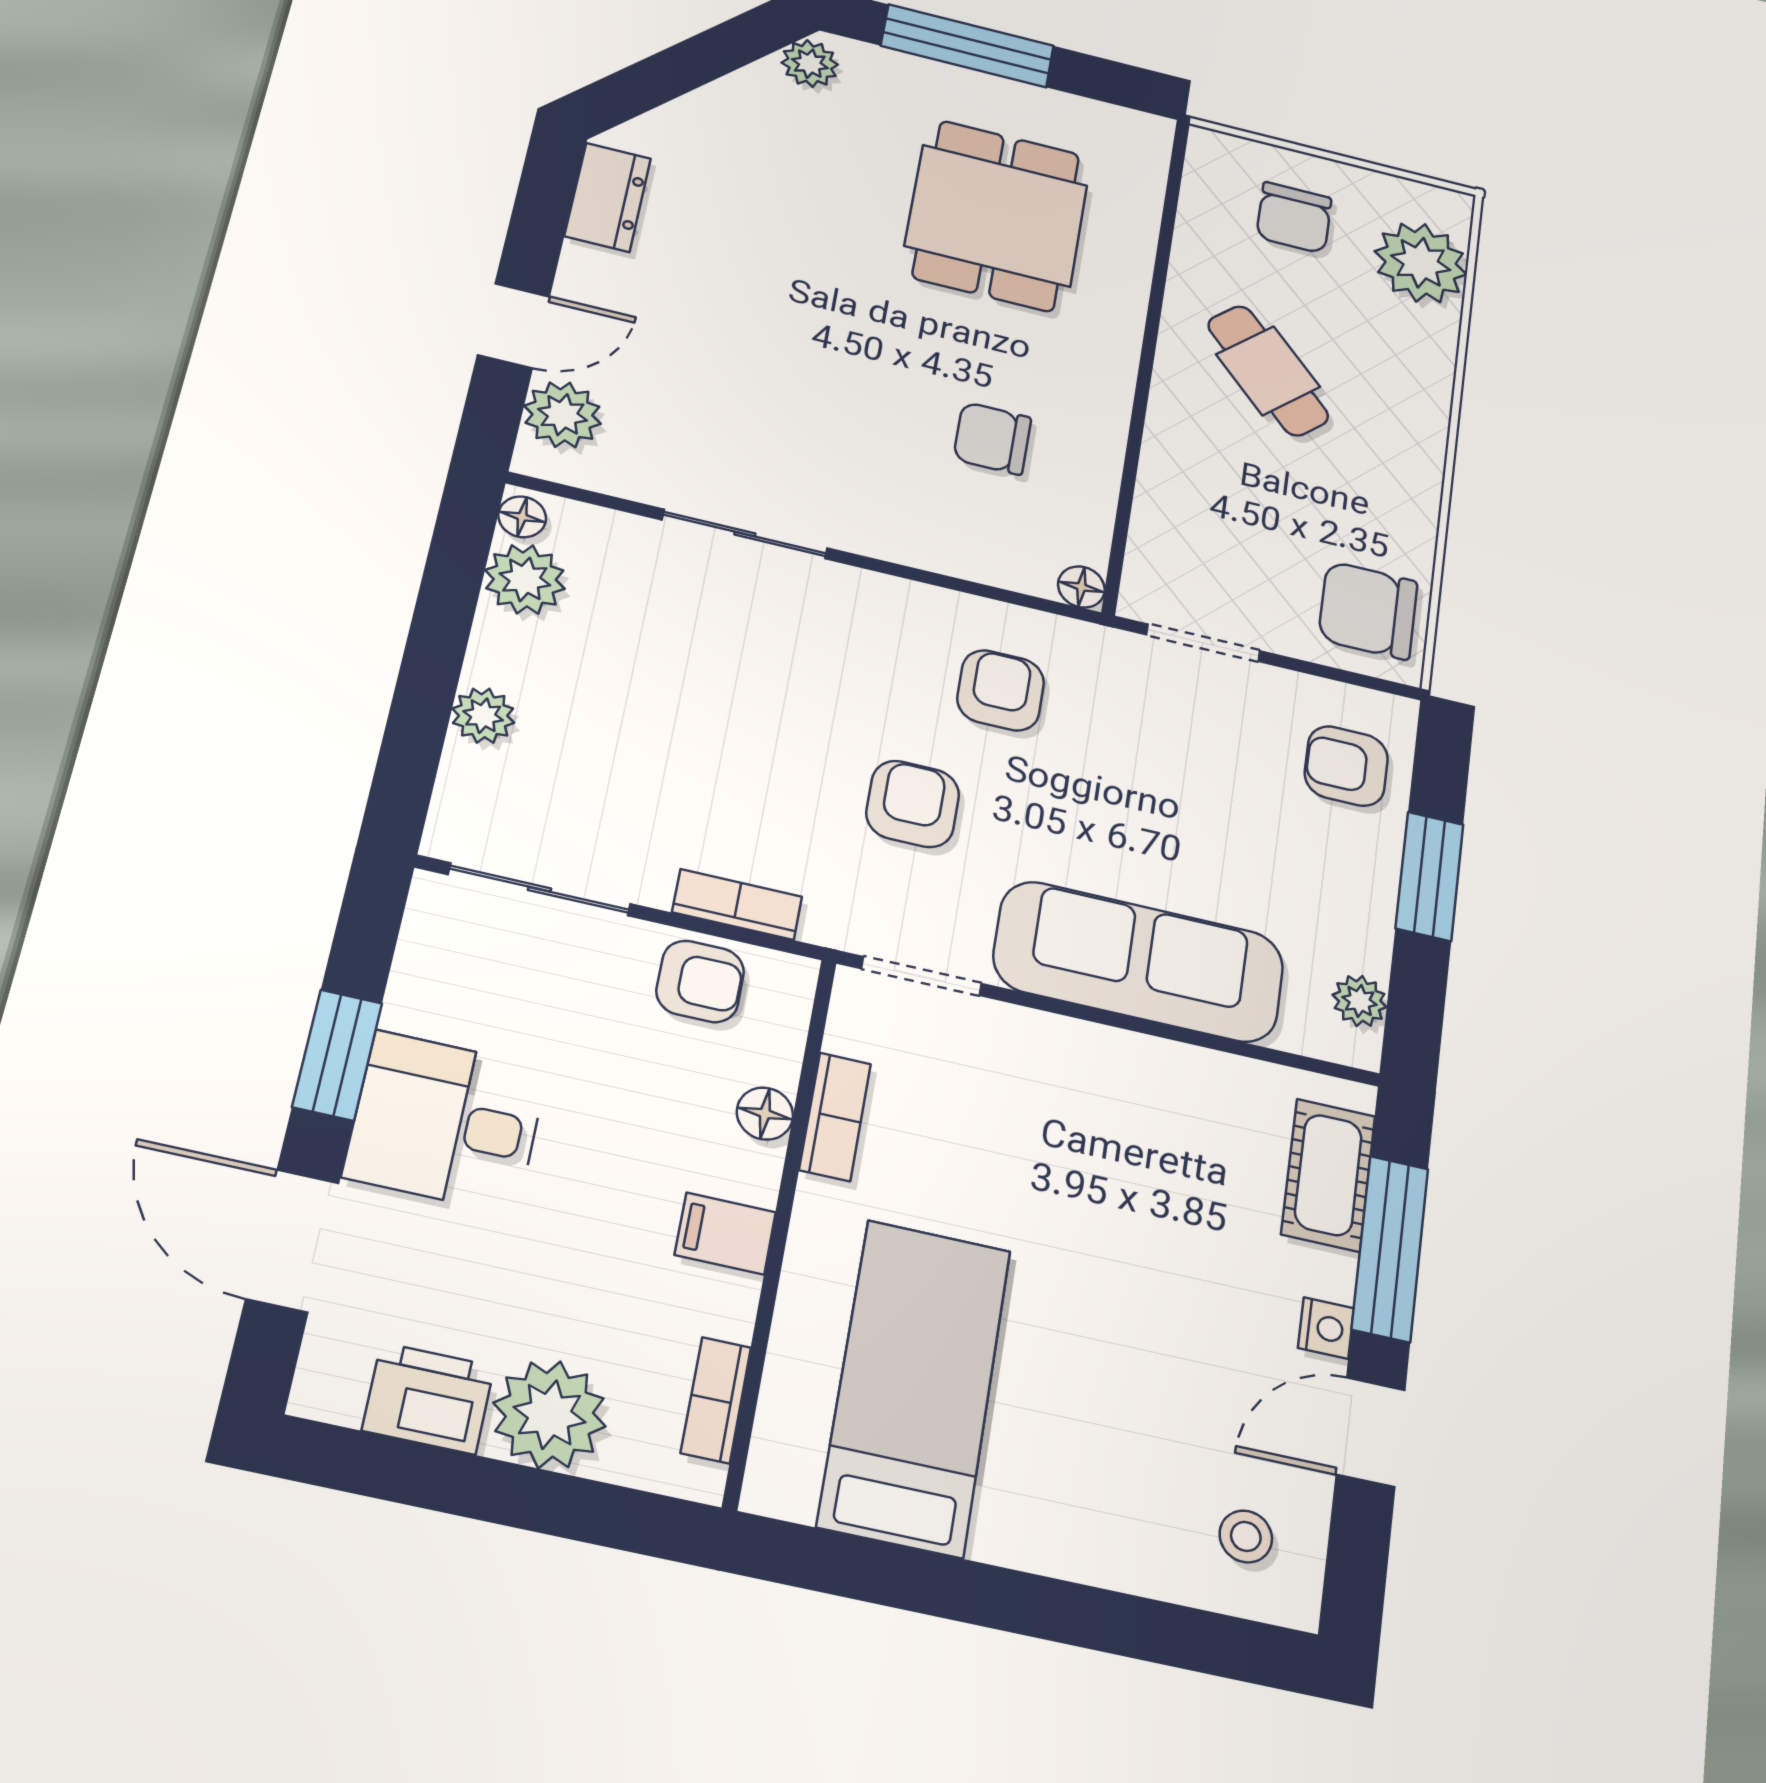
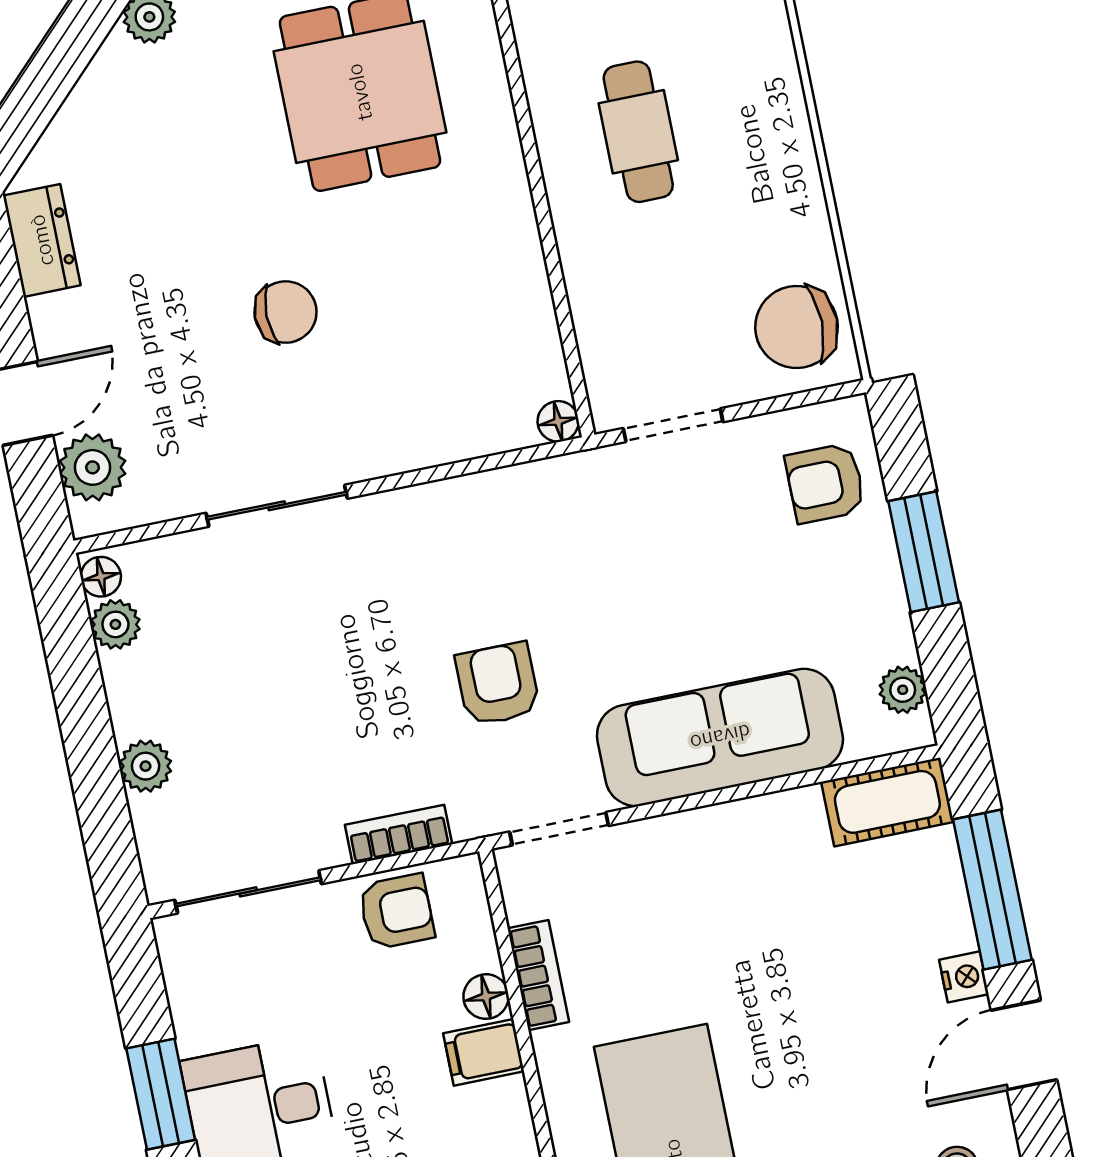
cafe table: (1268, 371) -> (638, 132), turned 43
chair: (992, 438) -> (286, 312), moved, turned 180
plant: (525, 579) -> (115, 624), width x0.73, depth x0.73
armchair: (1001, 690) -> (528, 549), removed
cot: (1328, 1175) -> (887, 802), moved, turned 90
filing cabinet: (725, 1234) -> (484, 1052), moved

